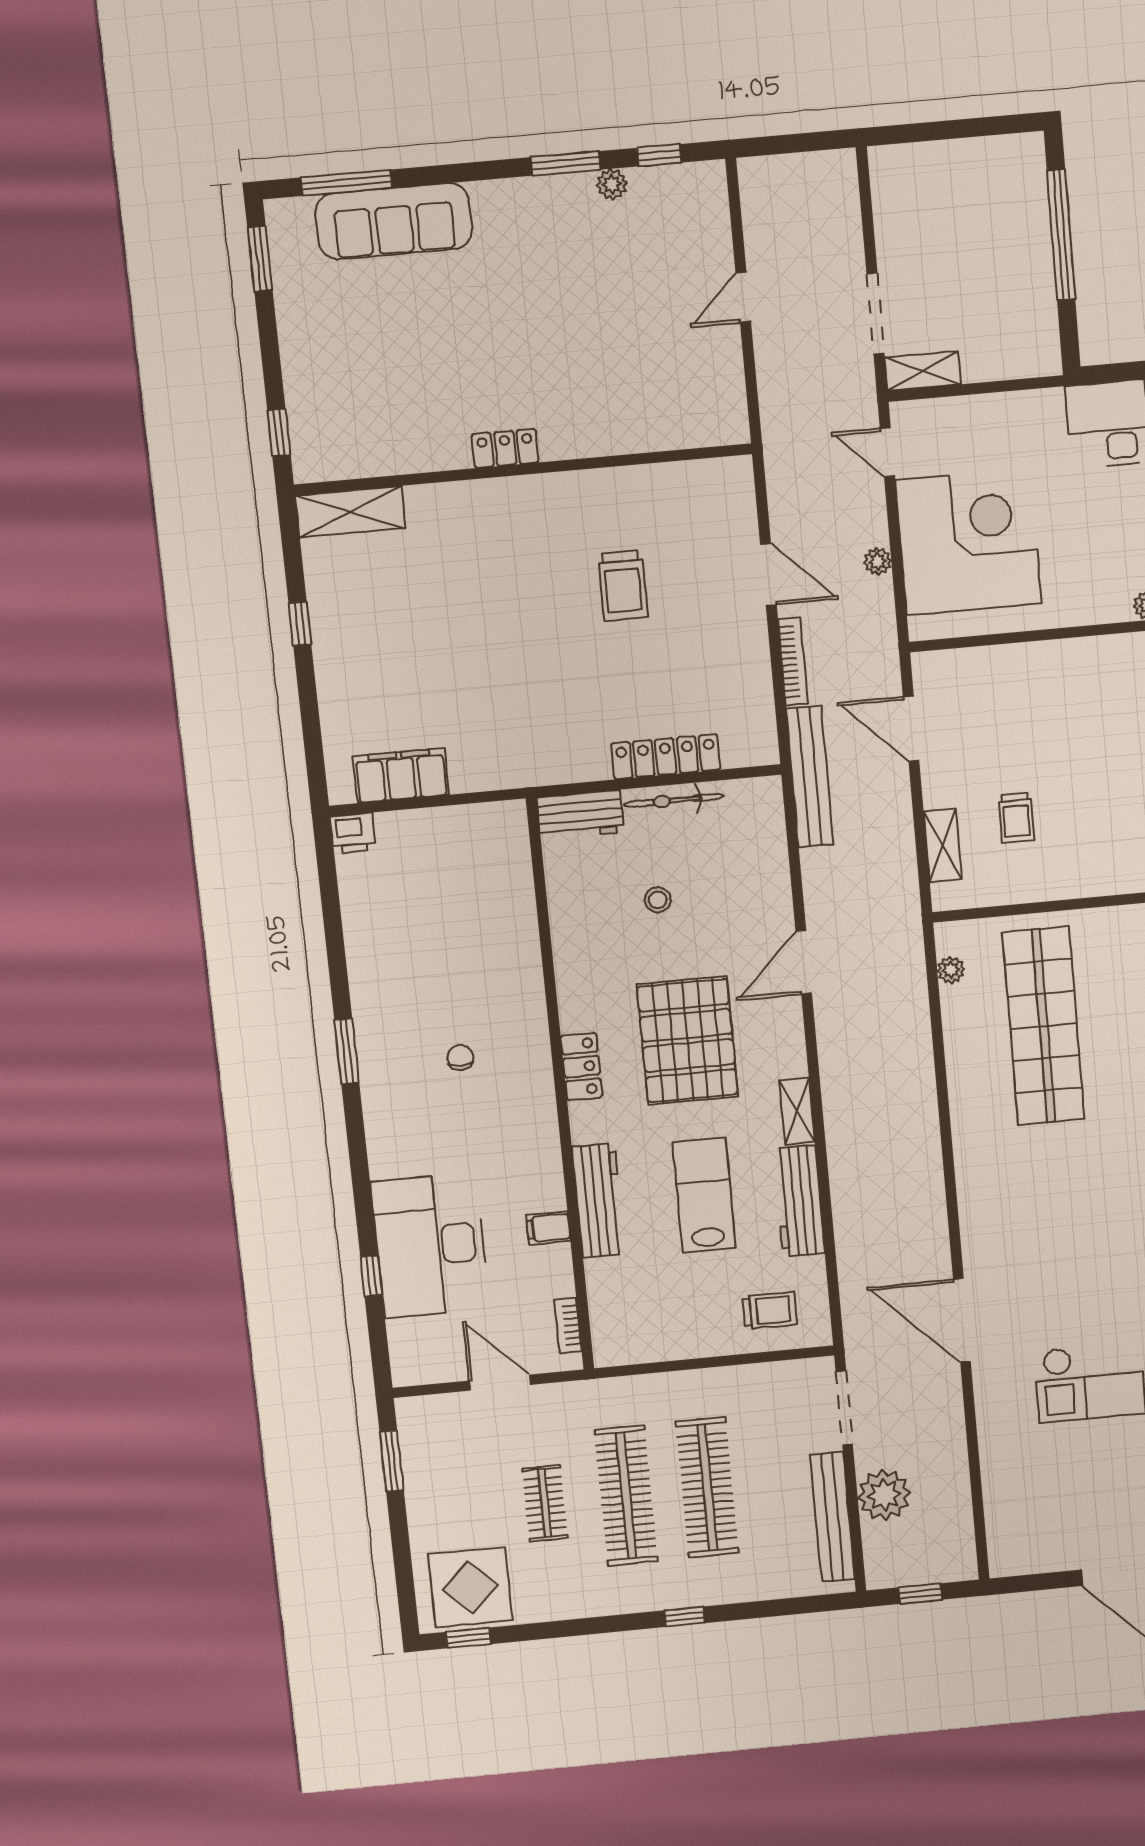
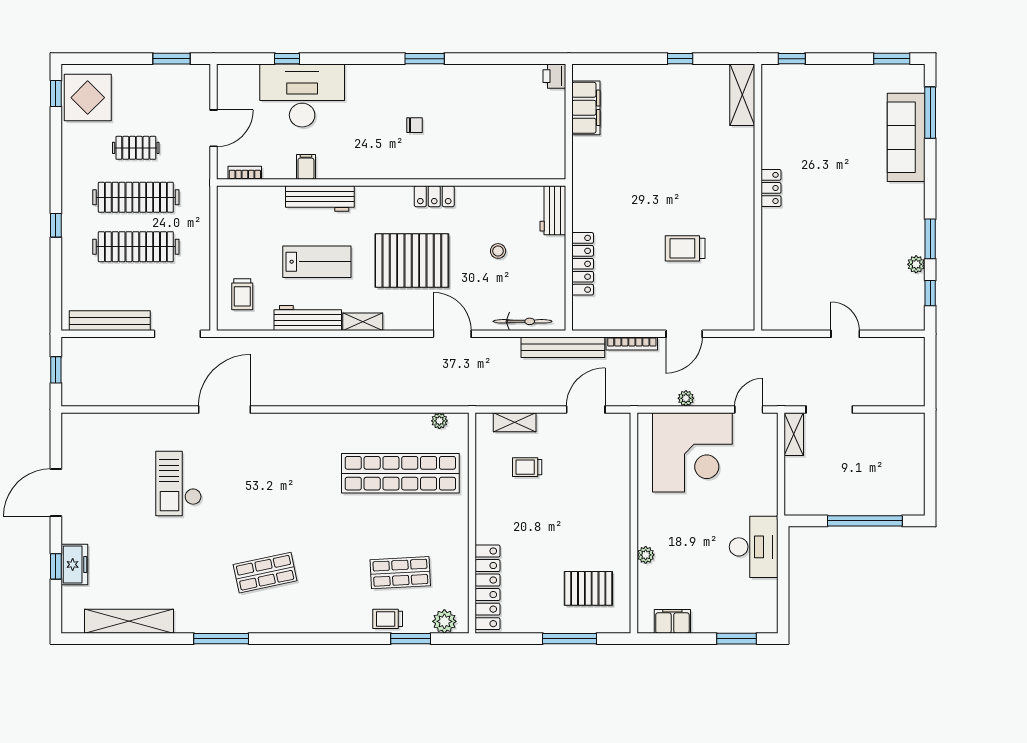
bicycle: (674, 800) -> (523, 321), moved, turned 90
locker: (581, 1067) -> (434, 196), moved
plant: (884, 1495) -> (120, 353), removed

